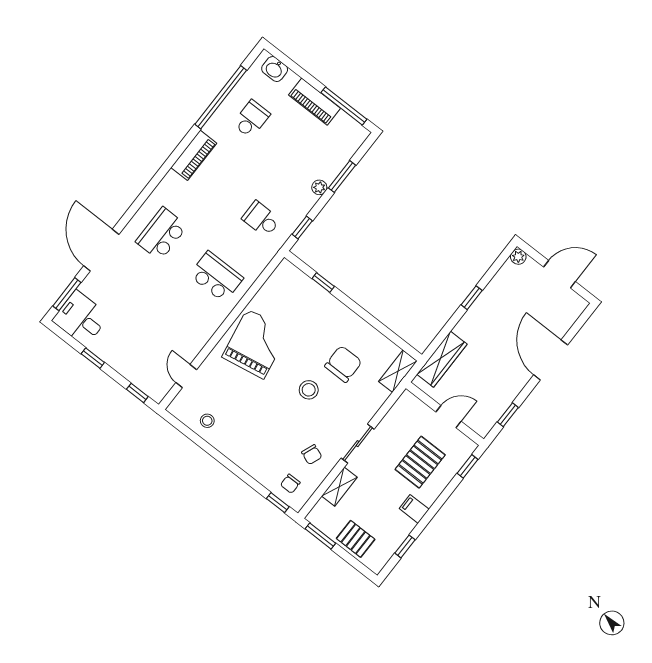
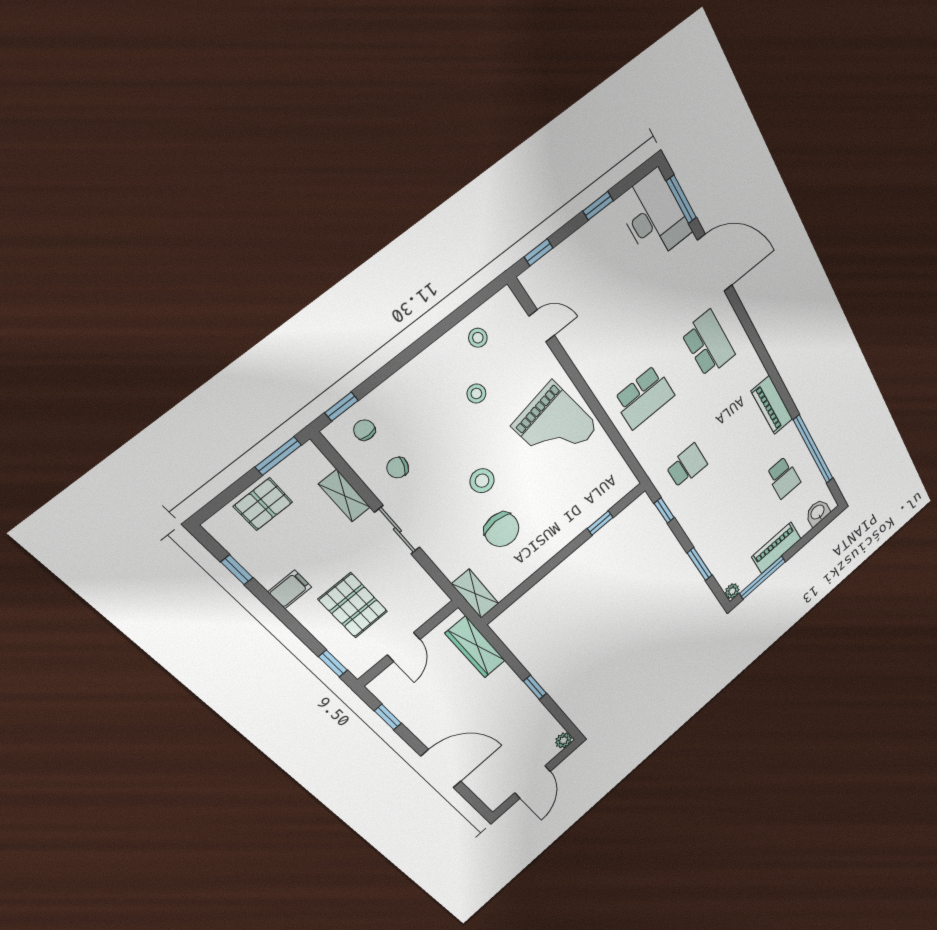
plant: (319, 187) -> (732, 591), moved
desk: (81, 318) -> (654, 216), width x1.37
stool: (246, 411) -> (476, 394), added

